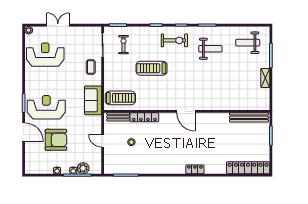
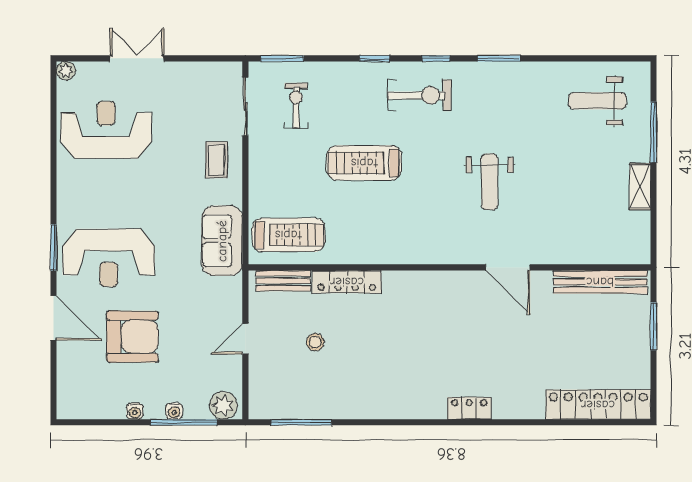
weight bench: (210, 49) -> (490, 182), moved, turned 90
reception desk: (46, 107) -> (109, 258), turned 180
door: (186, 111) -> (508, 267), moved
door: (103, 141) -> (245, 339), hinge flipped
plant: (83, 168) -> (223, 406), moved

